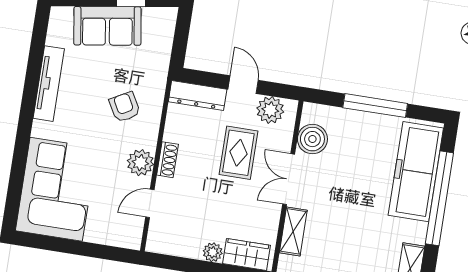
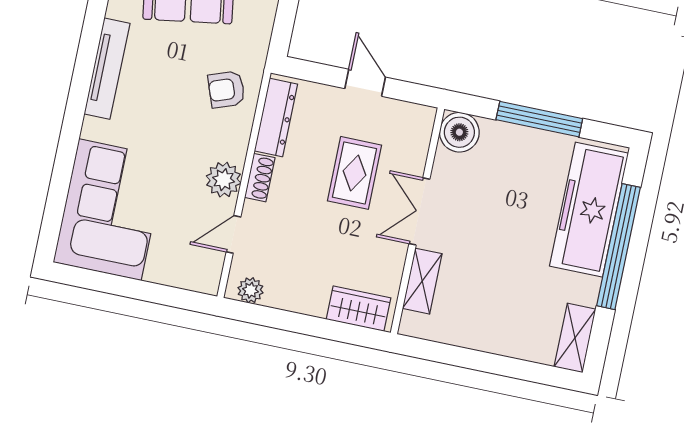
dresser: (198, 96) -> (276, 117), moved, turned -90
armchair: (125, 107) -> (226, 89), moved, turned -81
plant: (270, 110) -> (400, 118), removed
boiler: (312, 139) -> (459, 132), moved
plant: (213, 252) -> (250, 290), moved

